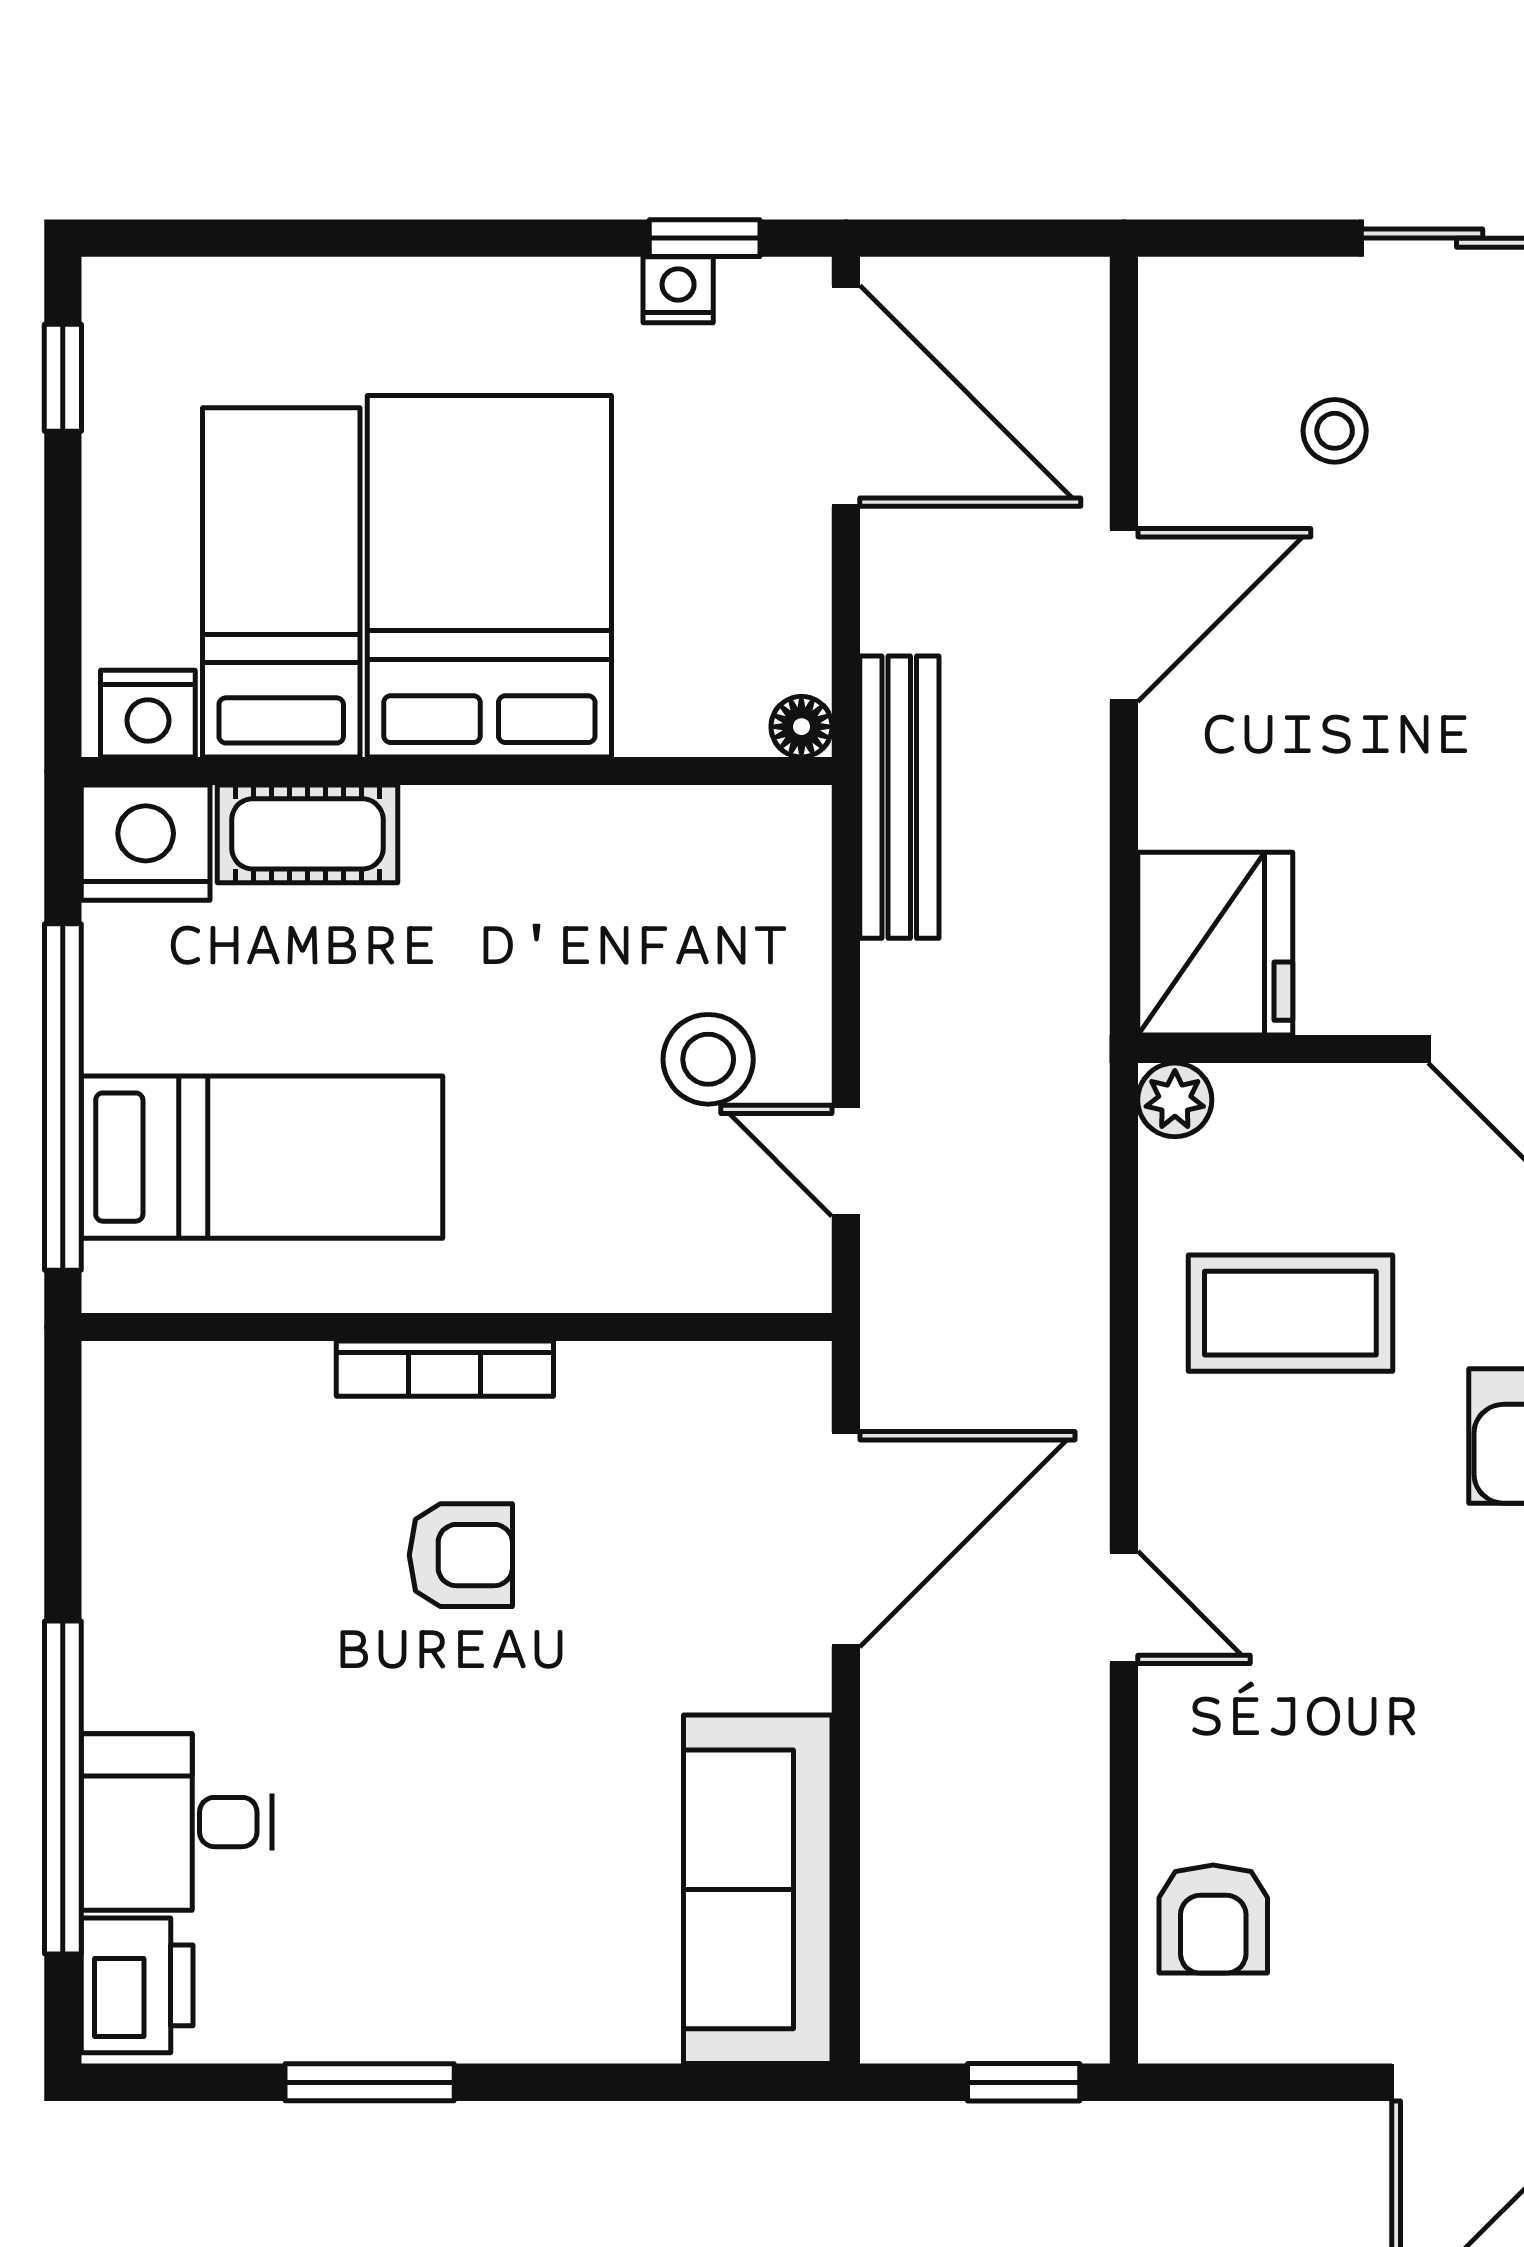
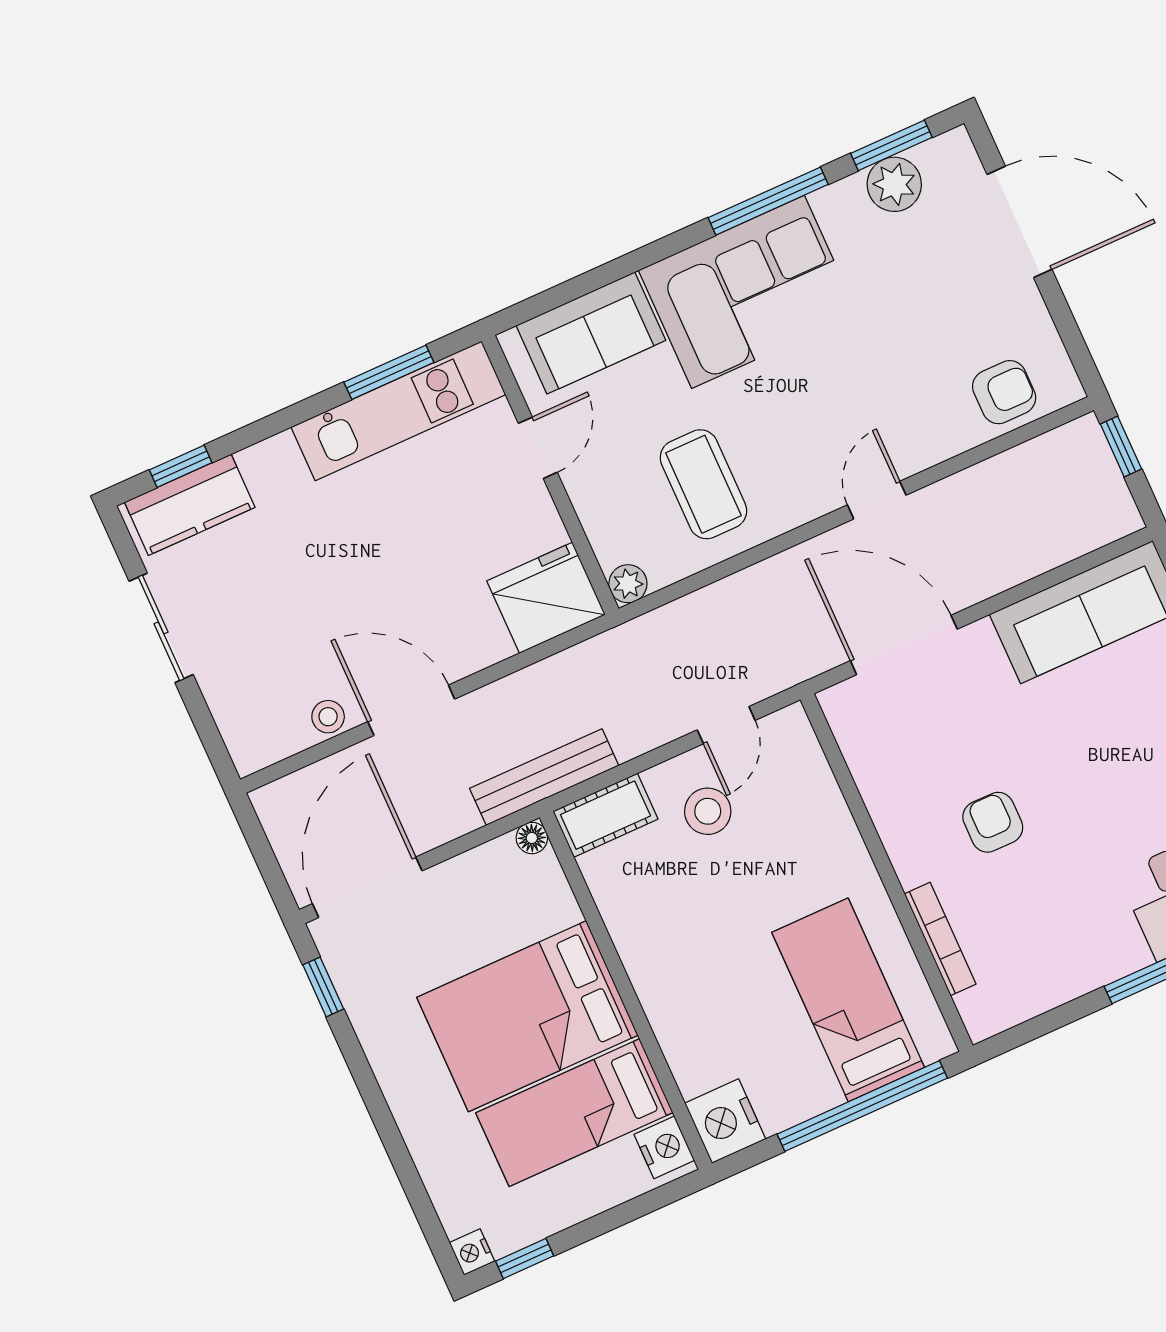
nightstand: (678, 290) -> (472, 1252), moved
stool: (1335, 431) -> (328, 717), moved
cot: (307, 834) -> (605, 815), moved, turned 90
bookcase: (445, 1369) -> (940, 939), moved

